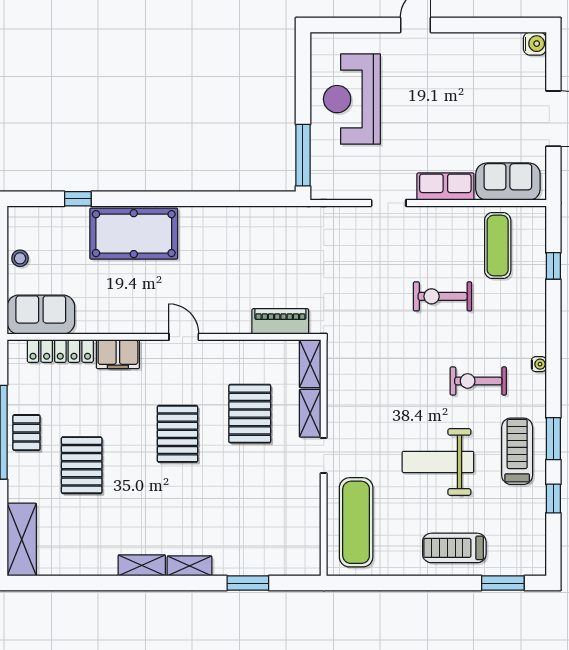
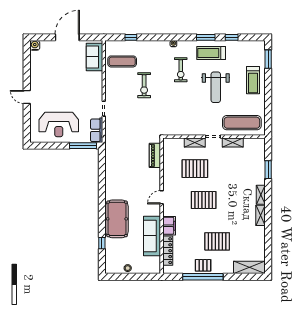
row of seats: (445, 187) -> (97, 130), moved
sofa: (41, 315) -> (152, 236), moved, width x1.36
shelving: (310, 364) -> (233, 143), moved

